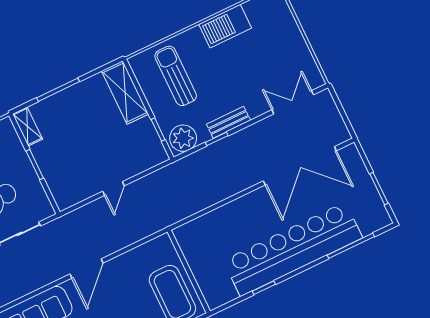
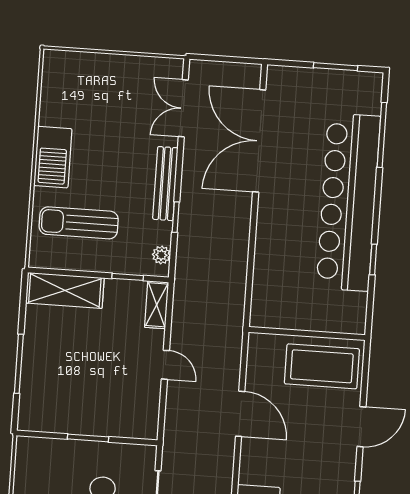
barbecue: (225, 26) -> (53, 157), moved
bench: (228, 122) -> (165, 184), width x1.36
shelving: (27, 126) -> (157, 305), moved, turned 90
plant: (183, 138) -> (161, 255), width x0.53, depth x0.53
double door: (300, 166) -> (259, 141), swing flipped
door: (87, 268) -> (240, 414), moved

